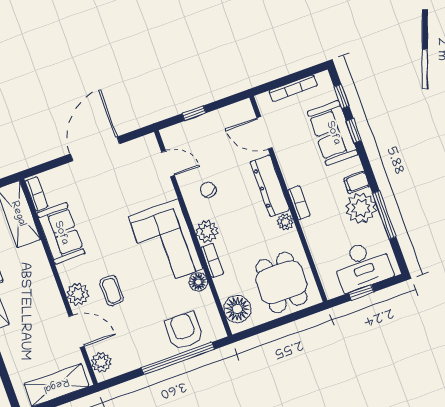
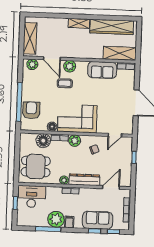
desk: (363, 265) -> (31, 197), moved, turned 90
floor lamp: (237, 309) -> (43, 141), moved
door: (77, 331) -> (52, 59), hinge flipped
armchair: (184, 331) -> (31, 110), turned -90

